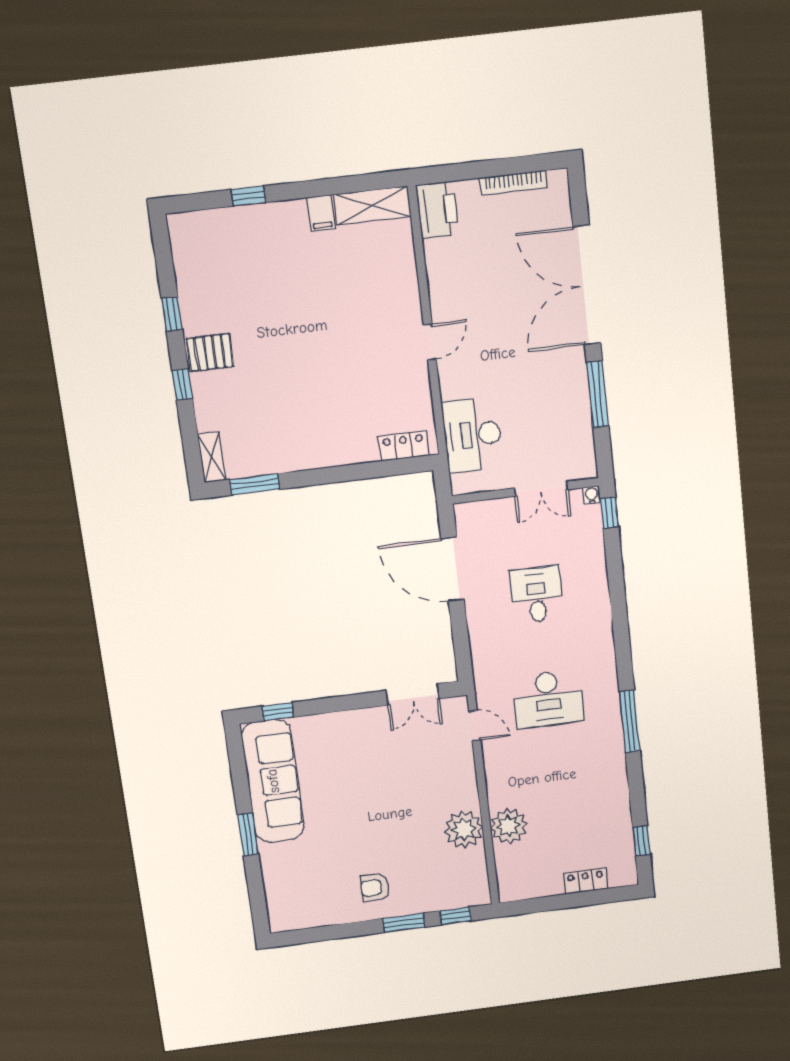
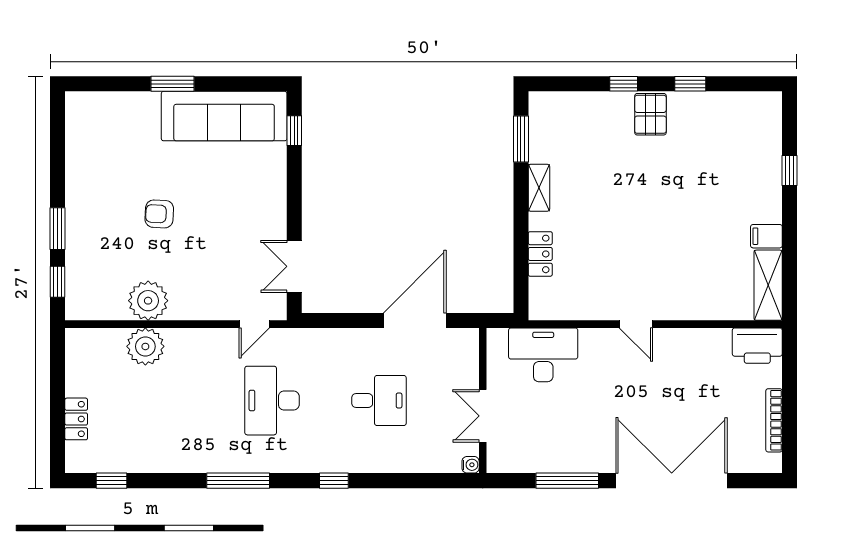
locker: (403, 446) -> (540, 254), moved
shelving: (212, 457) -> (539, 188), moved, turned 90
window: (609, 513) -> (334, 481), moved
armchair: (375, 887) -> (159, 214), moved, turned -87

